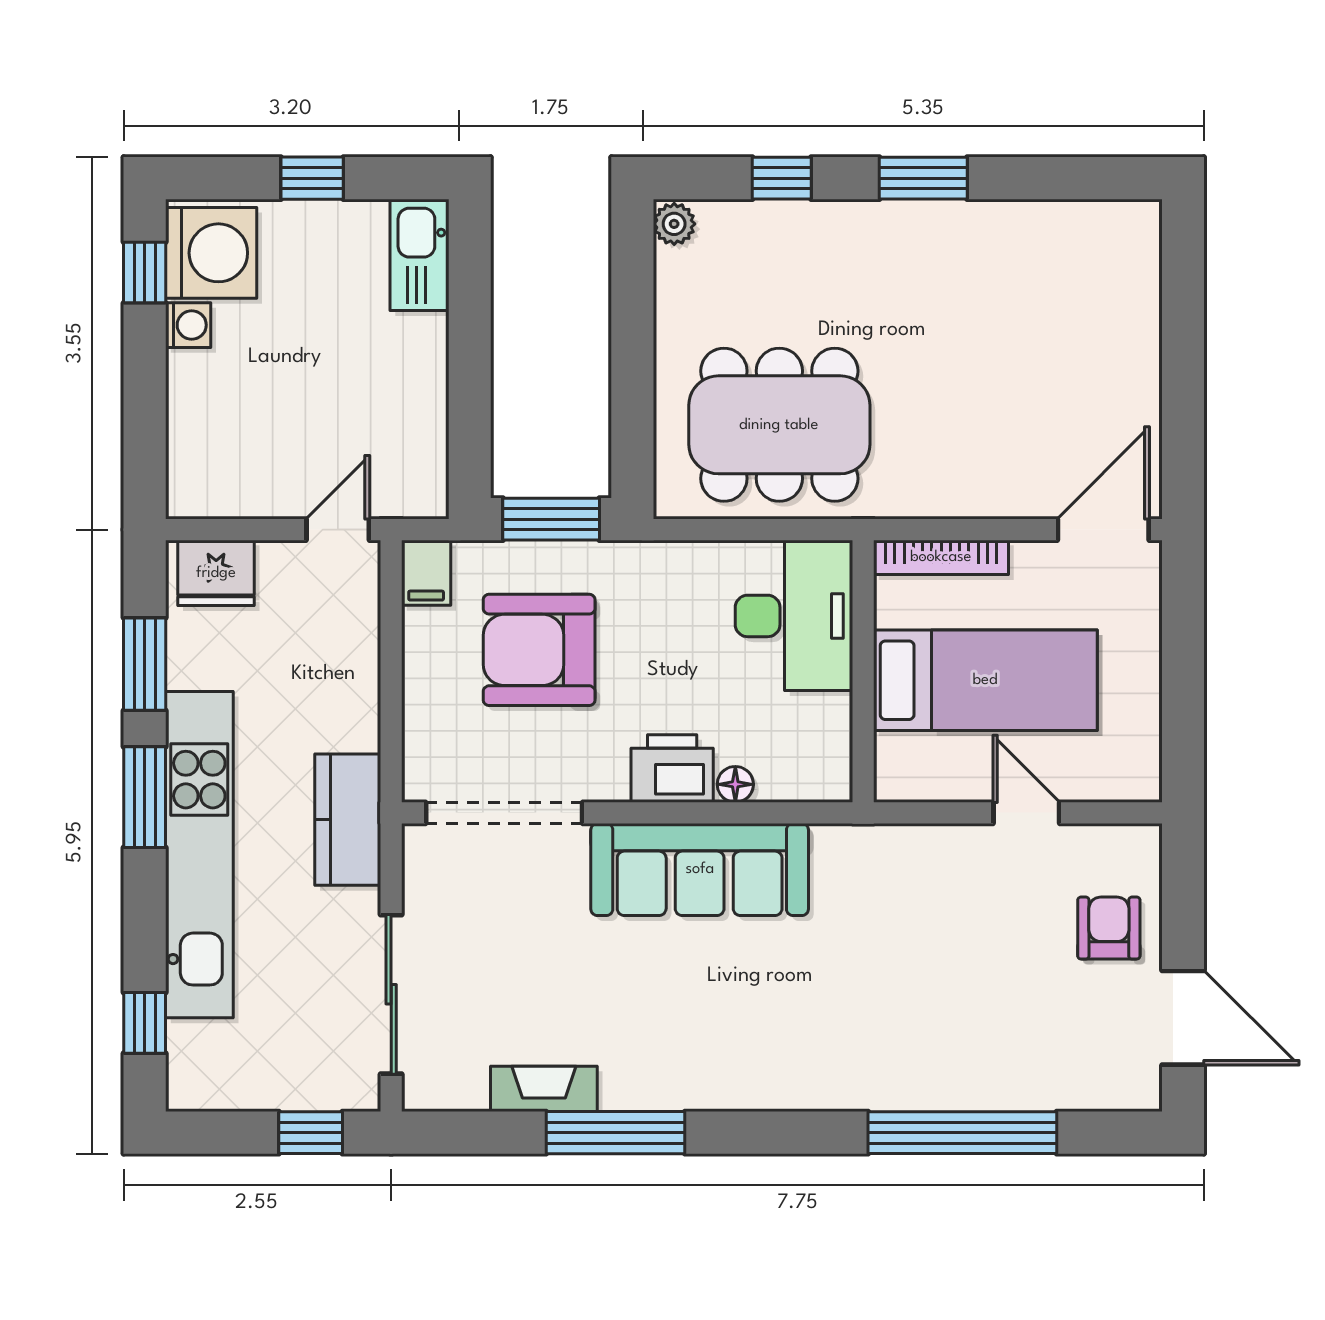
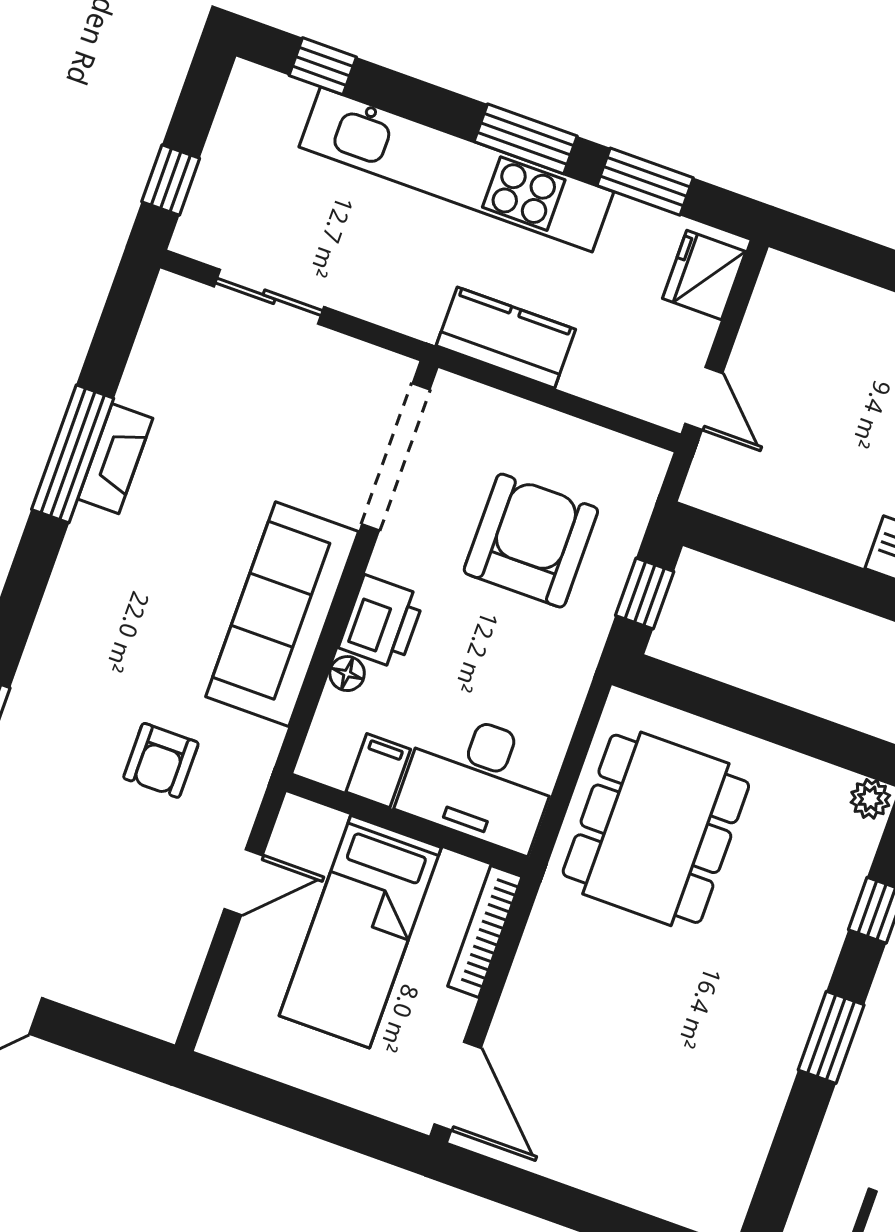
window: (551, 519) -> (645, 593), width x0.67
filing cabinet: (426, 573) -> (378, 771), moved, turned 90
door: (1026, 813) -> (244, 882), moved
kitchen counter: (348, 820) -> (506, 338), moved
armchair: (1109, 928) -> (161, 760), moved, turned 90
sliding door: (391, 994) -> (269, 297), width x0.73
fireplace: (544, 1089) -> (115, 459), moved

